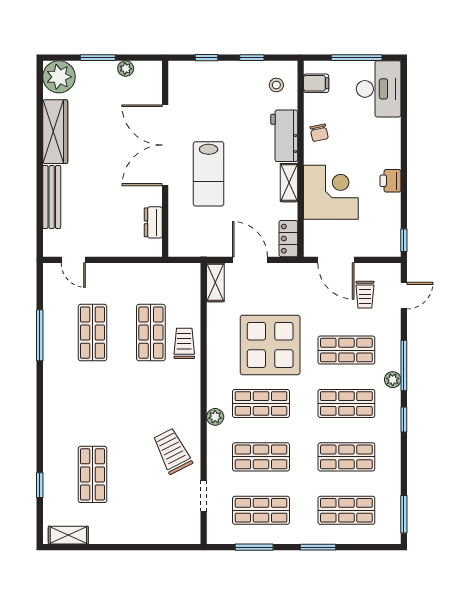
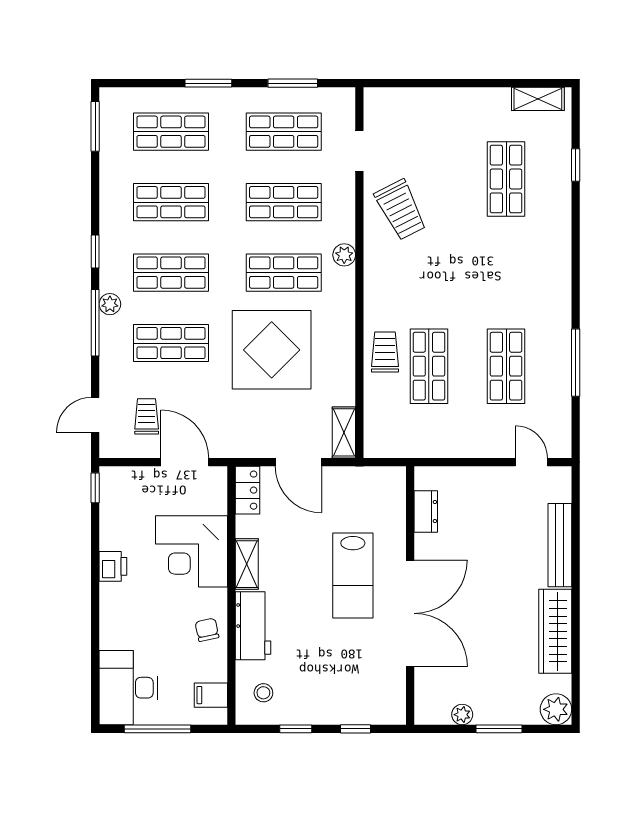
plant: (59, 77) -> (556, 709), width x0.73, depth x0.73
lab bench: (209, 174) -> (353, 576), turned 180
trolley: (184, 343) -> (385, 352), turned 180

